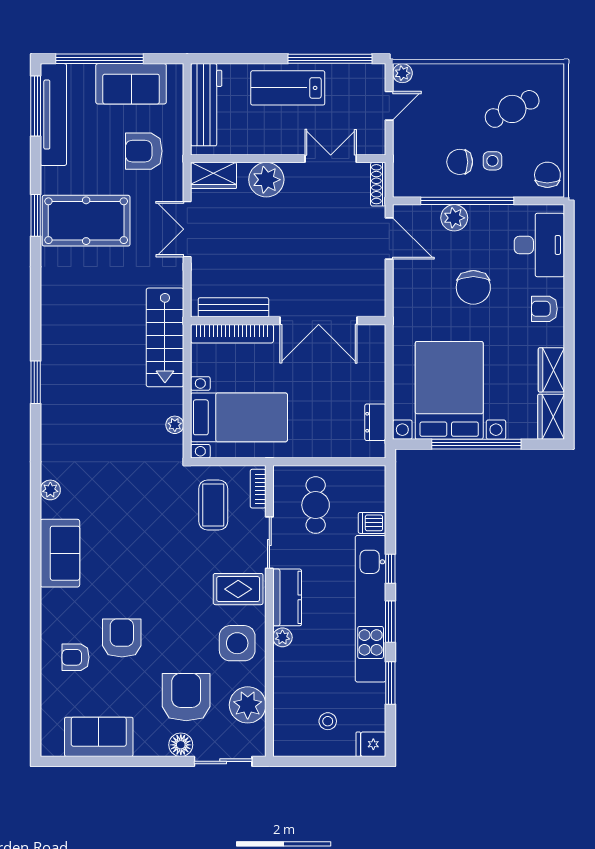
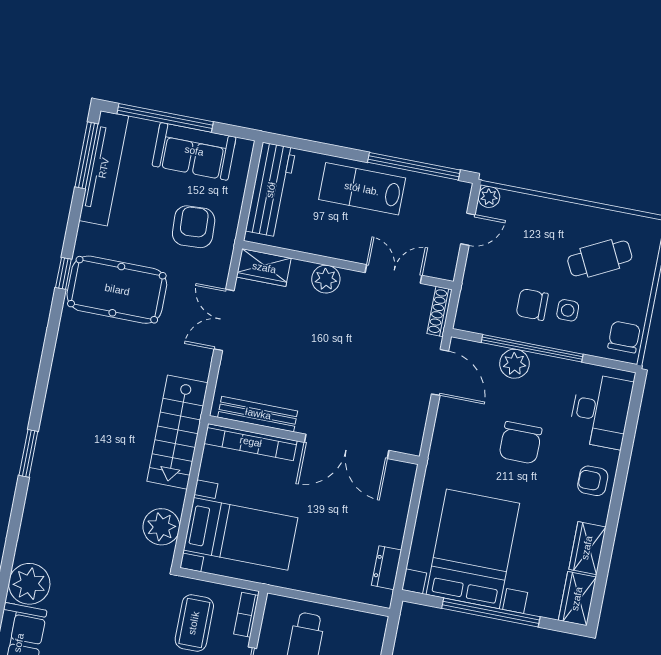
armchair: (144, 151) -> (194, 227), turned 87
plant: (266, 180) -> (326, 279), width x0.73, depth x0.73
window: (36, 215) -> (63, 273), width x0.67
plant: (175, 425) -> (161, 527), width x1.87, depth x1.87
plant: (50, 490) -> (29, 584), width x1.88, depth x1.88

